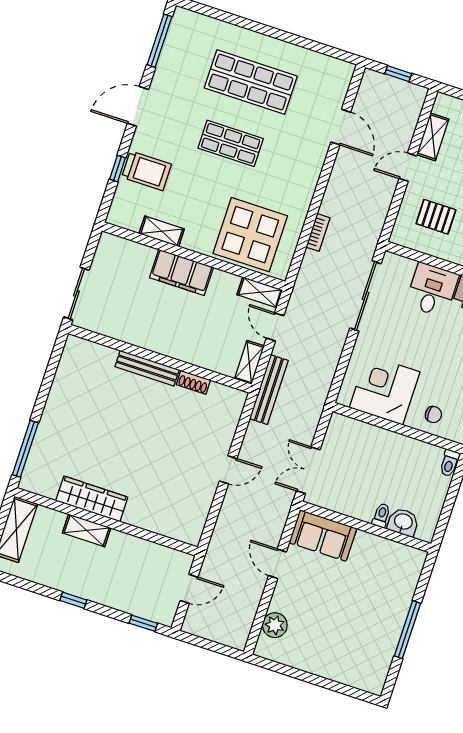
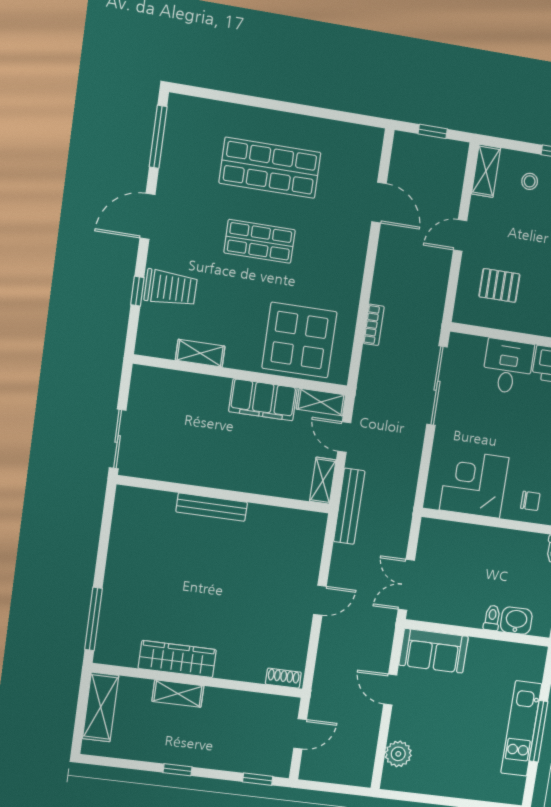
shelving: (433, 137) -> (486, 171), moved
filing cabinet: (181, 272) -> (263, 400), moved
shoe rack: (193, 382) -> (283, 678), moved, turned 180
kitchen unit: (392, 624) -> (521, 728), added

